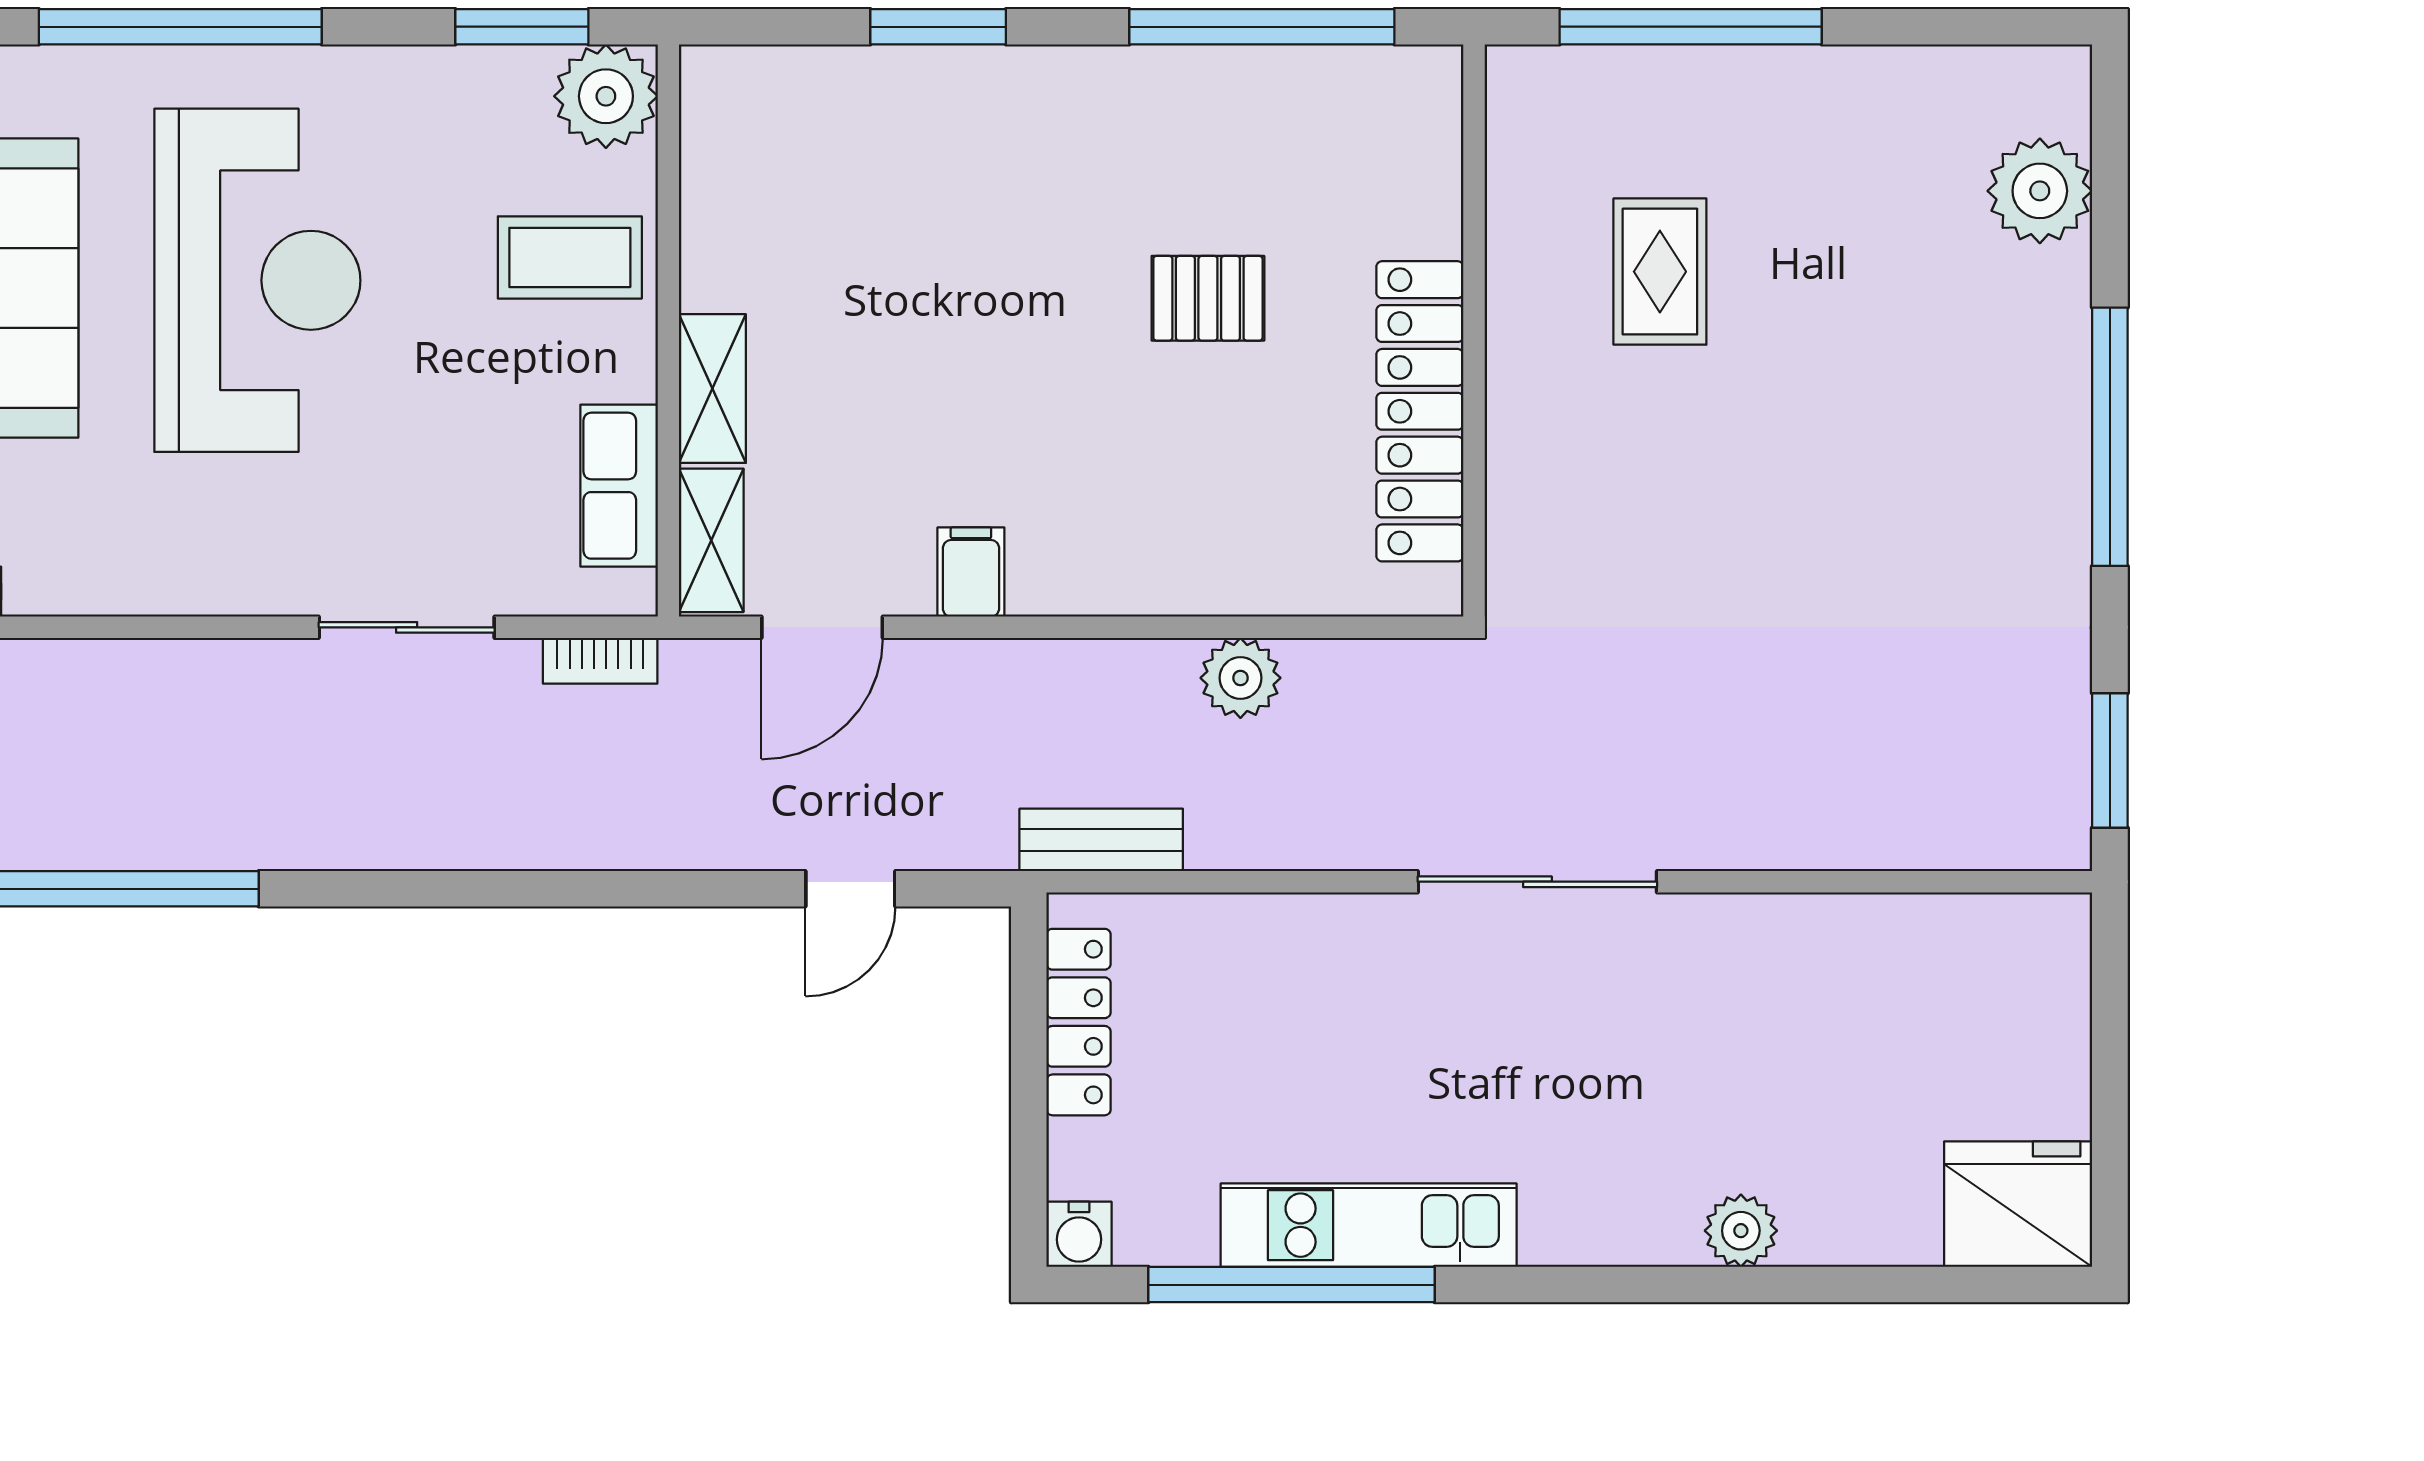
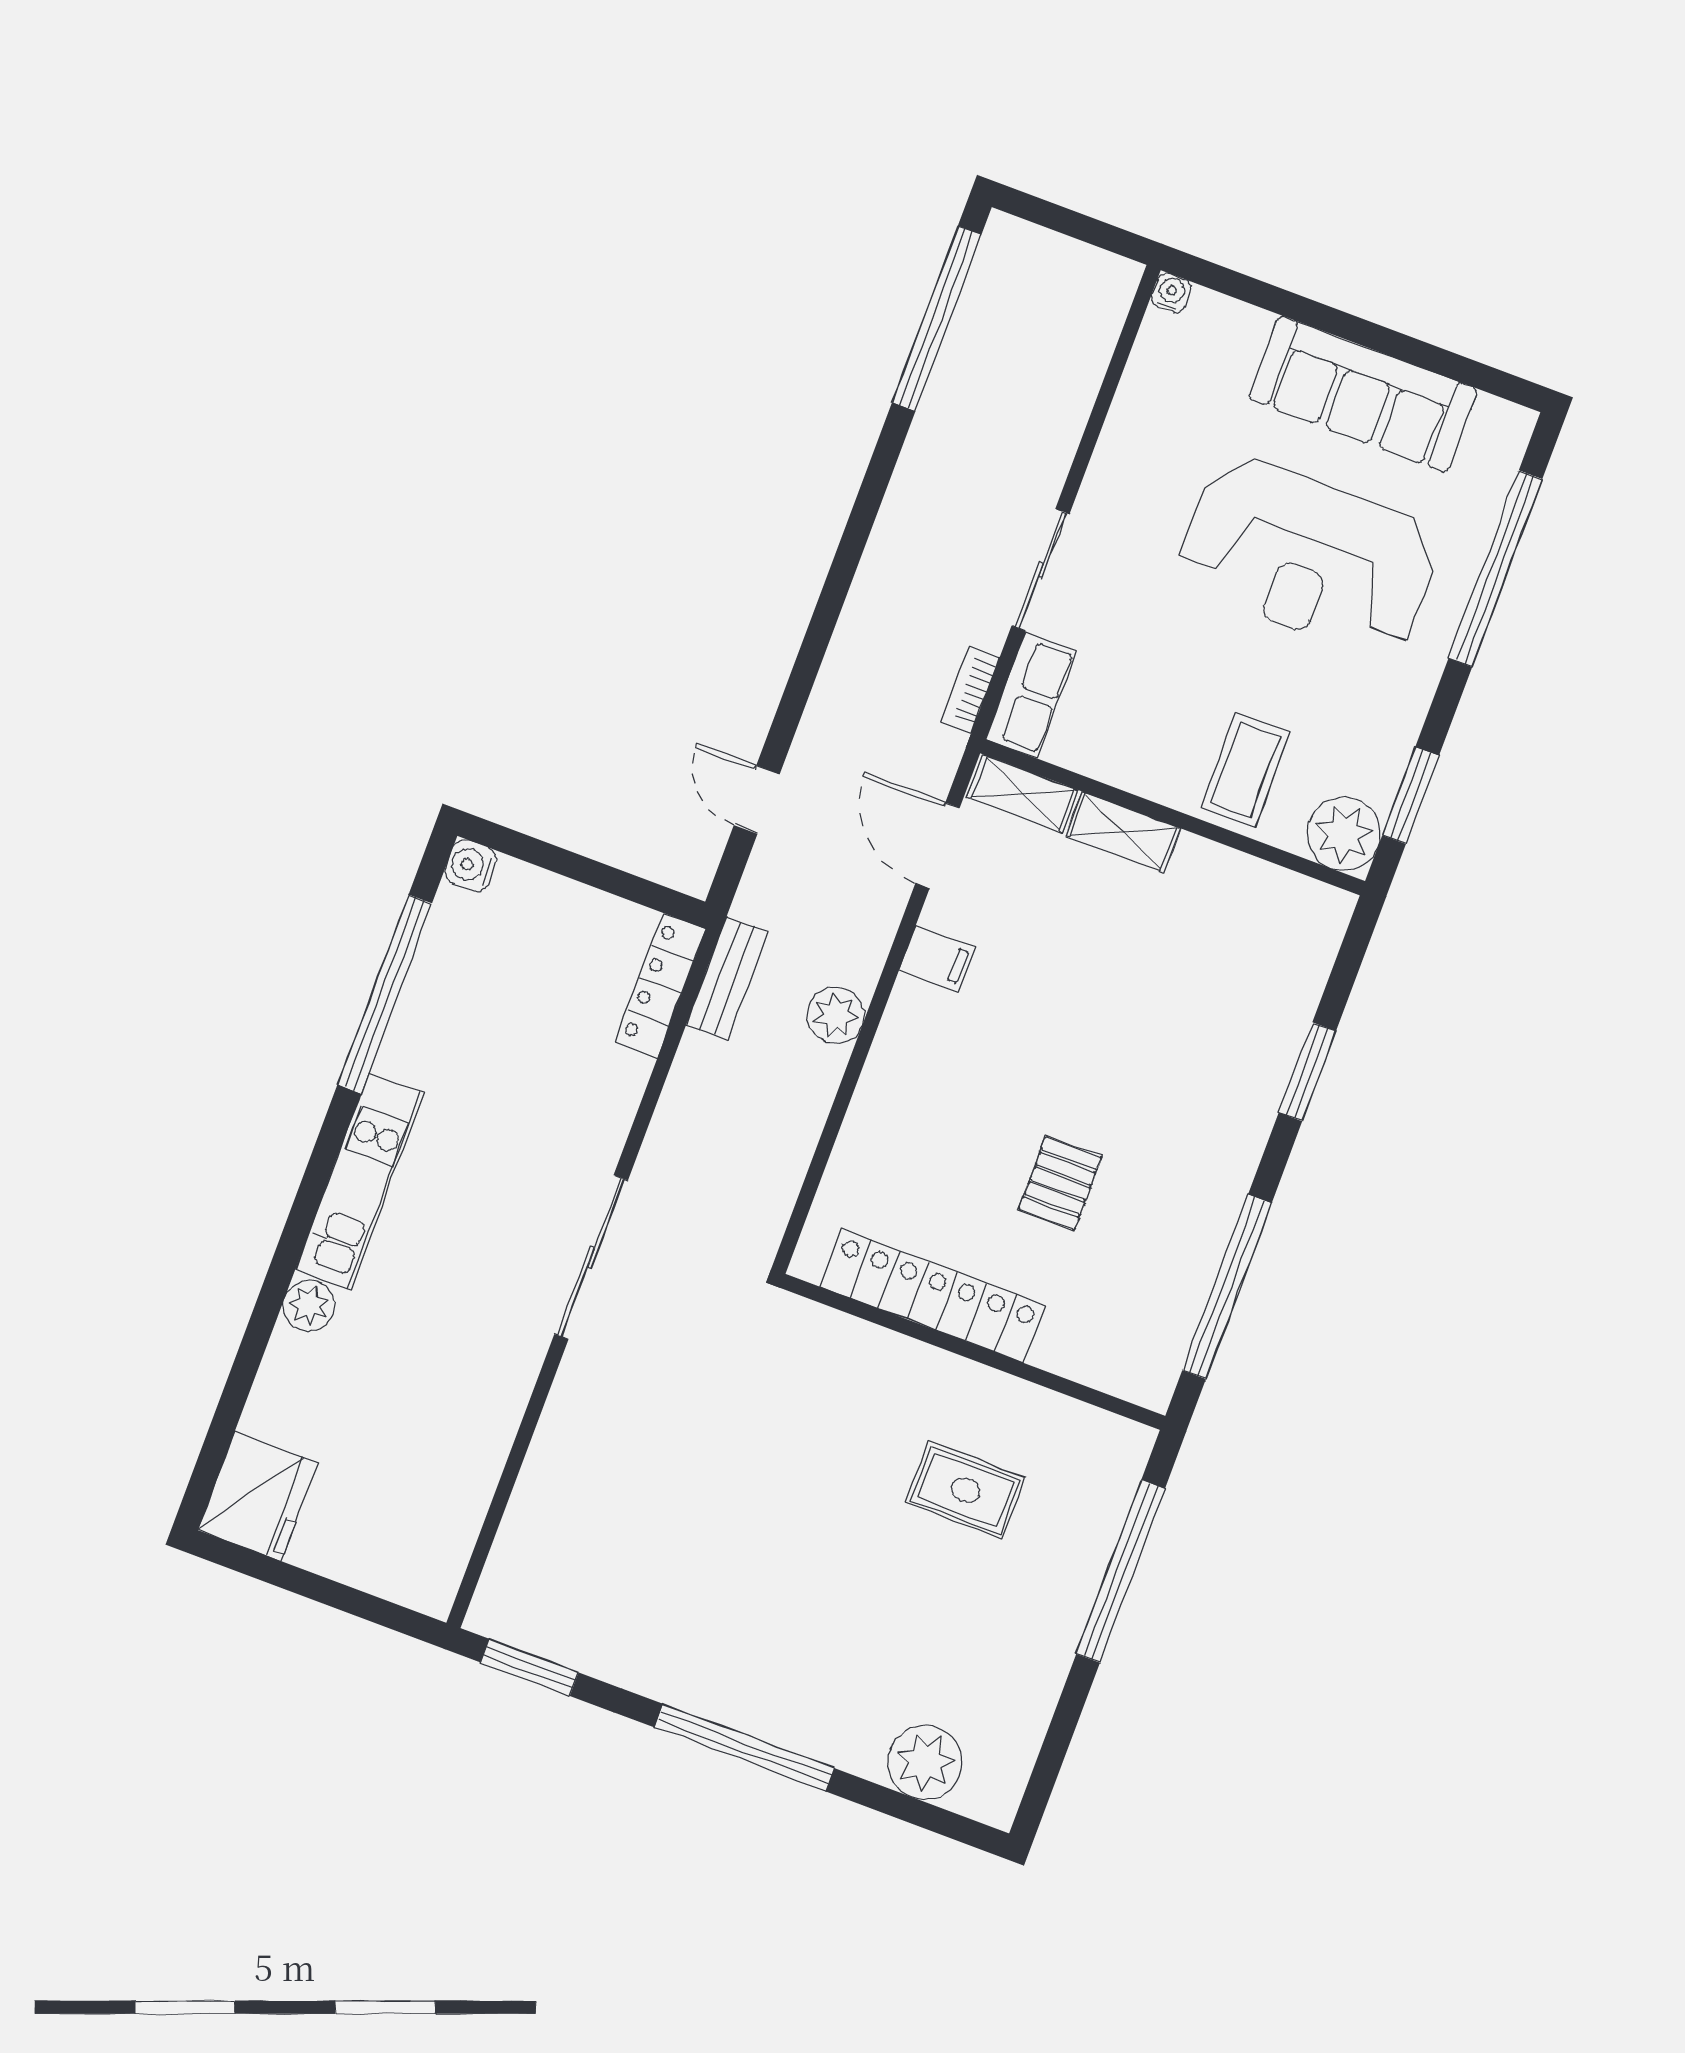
row of seats: (619, 486) -> (1031, 695), moved, turned 90
plant: (1240, 678) -> (836, 1015), moved
locker: (1079, 1022) -> (660, 985), moved, turned 90
kitchen unit: (1369, 1225) -> (360, 1181), moved

